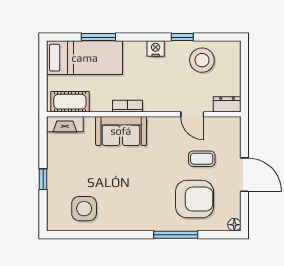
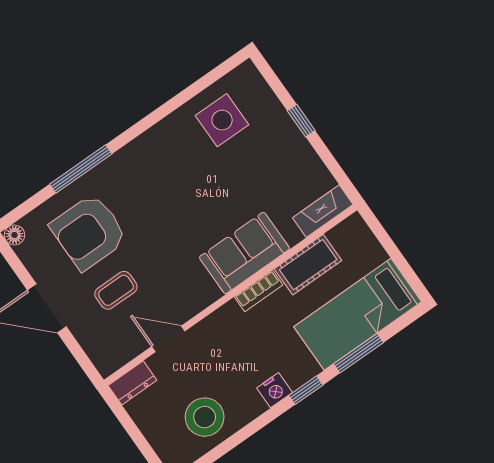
window: (182, 37) -> (306, 390), moved
cot: (70, 102) -> (308, 265), moved

